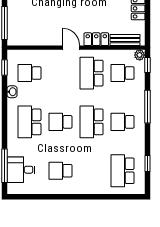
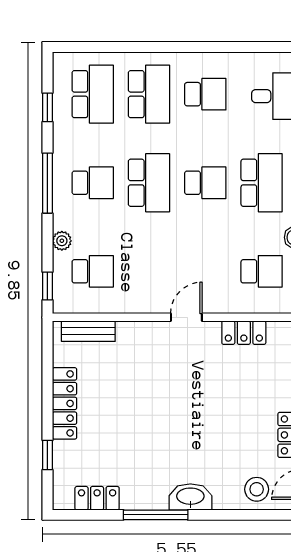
locker: (96, 39) -> (244, 333), moved
door: (71, 48) -> (186, 317), swing flipped
plant: (140, 55) -> (62, 241), moved
school desk: (92, 73) -> (149, 94), moved
window: (148, 107) -> (47, 183), moved

